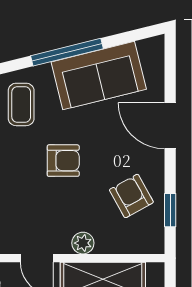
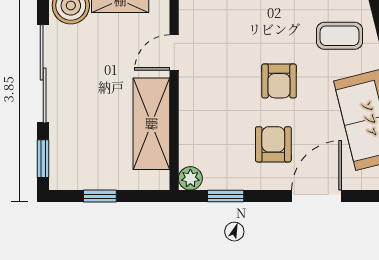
armchair: (131, 196) -> (273, 144), moved, turned -61
plant: (83, 243) -> (190, 178), moved

